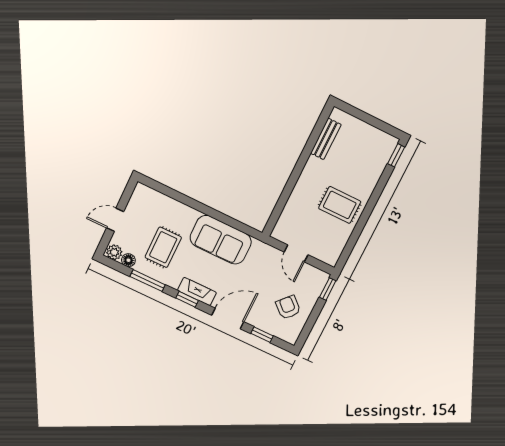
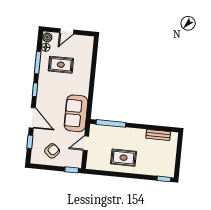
window: (281, 205) -> (111, 123), added
rug: (340, 205) -> (124, 158), turned 90
door: (115, 220) -> (67, 31), swing flipped
sofa: (221, 240) -> (76, 113), moved
fireplace: (197, 292) -> (42, 94), removed

